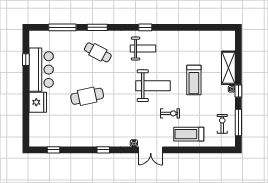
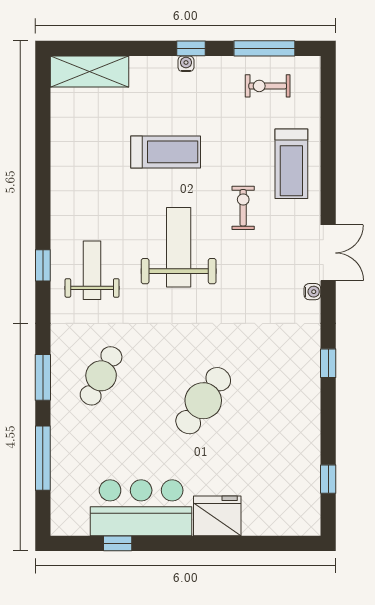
shelving: (228, 68) -> (90, 71), moved
cafe table: (87, 96) -> (203, 401), turned 47

